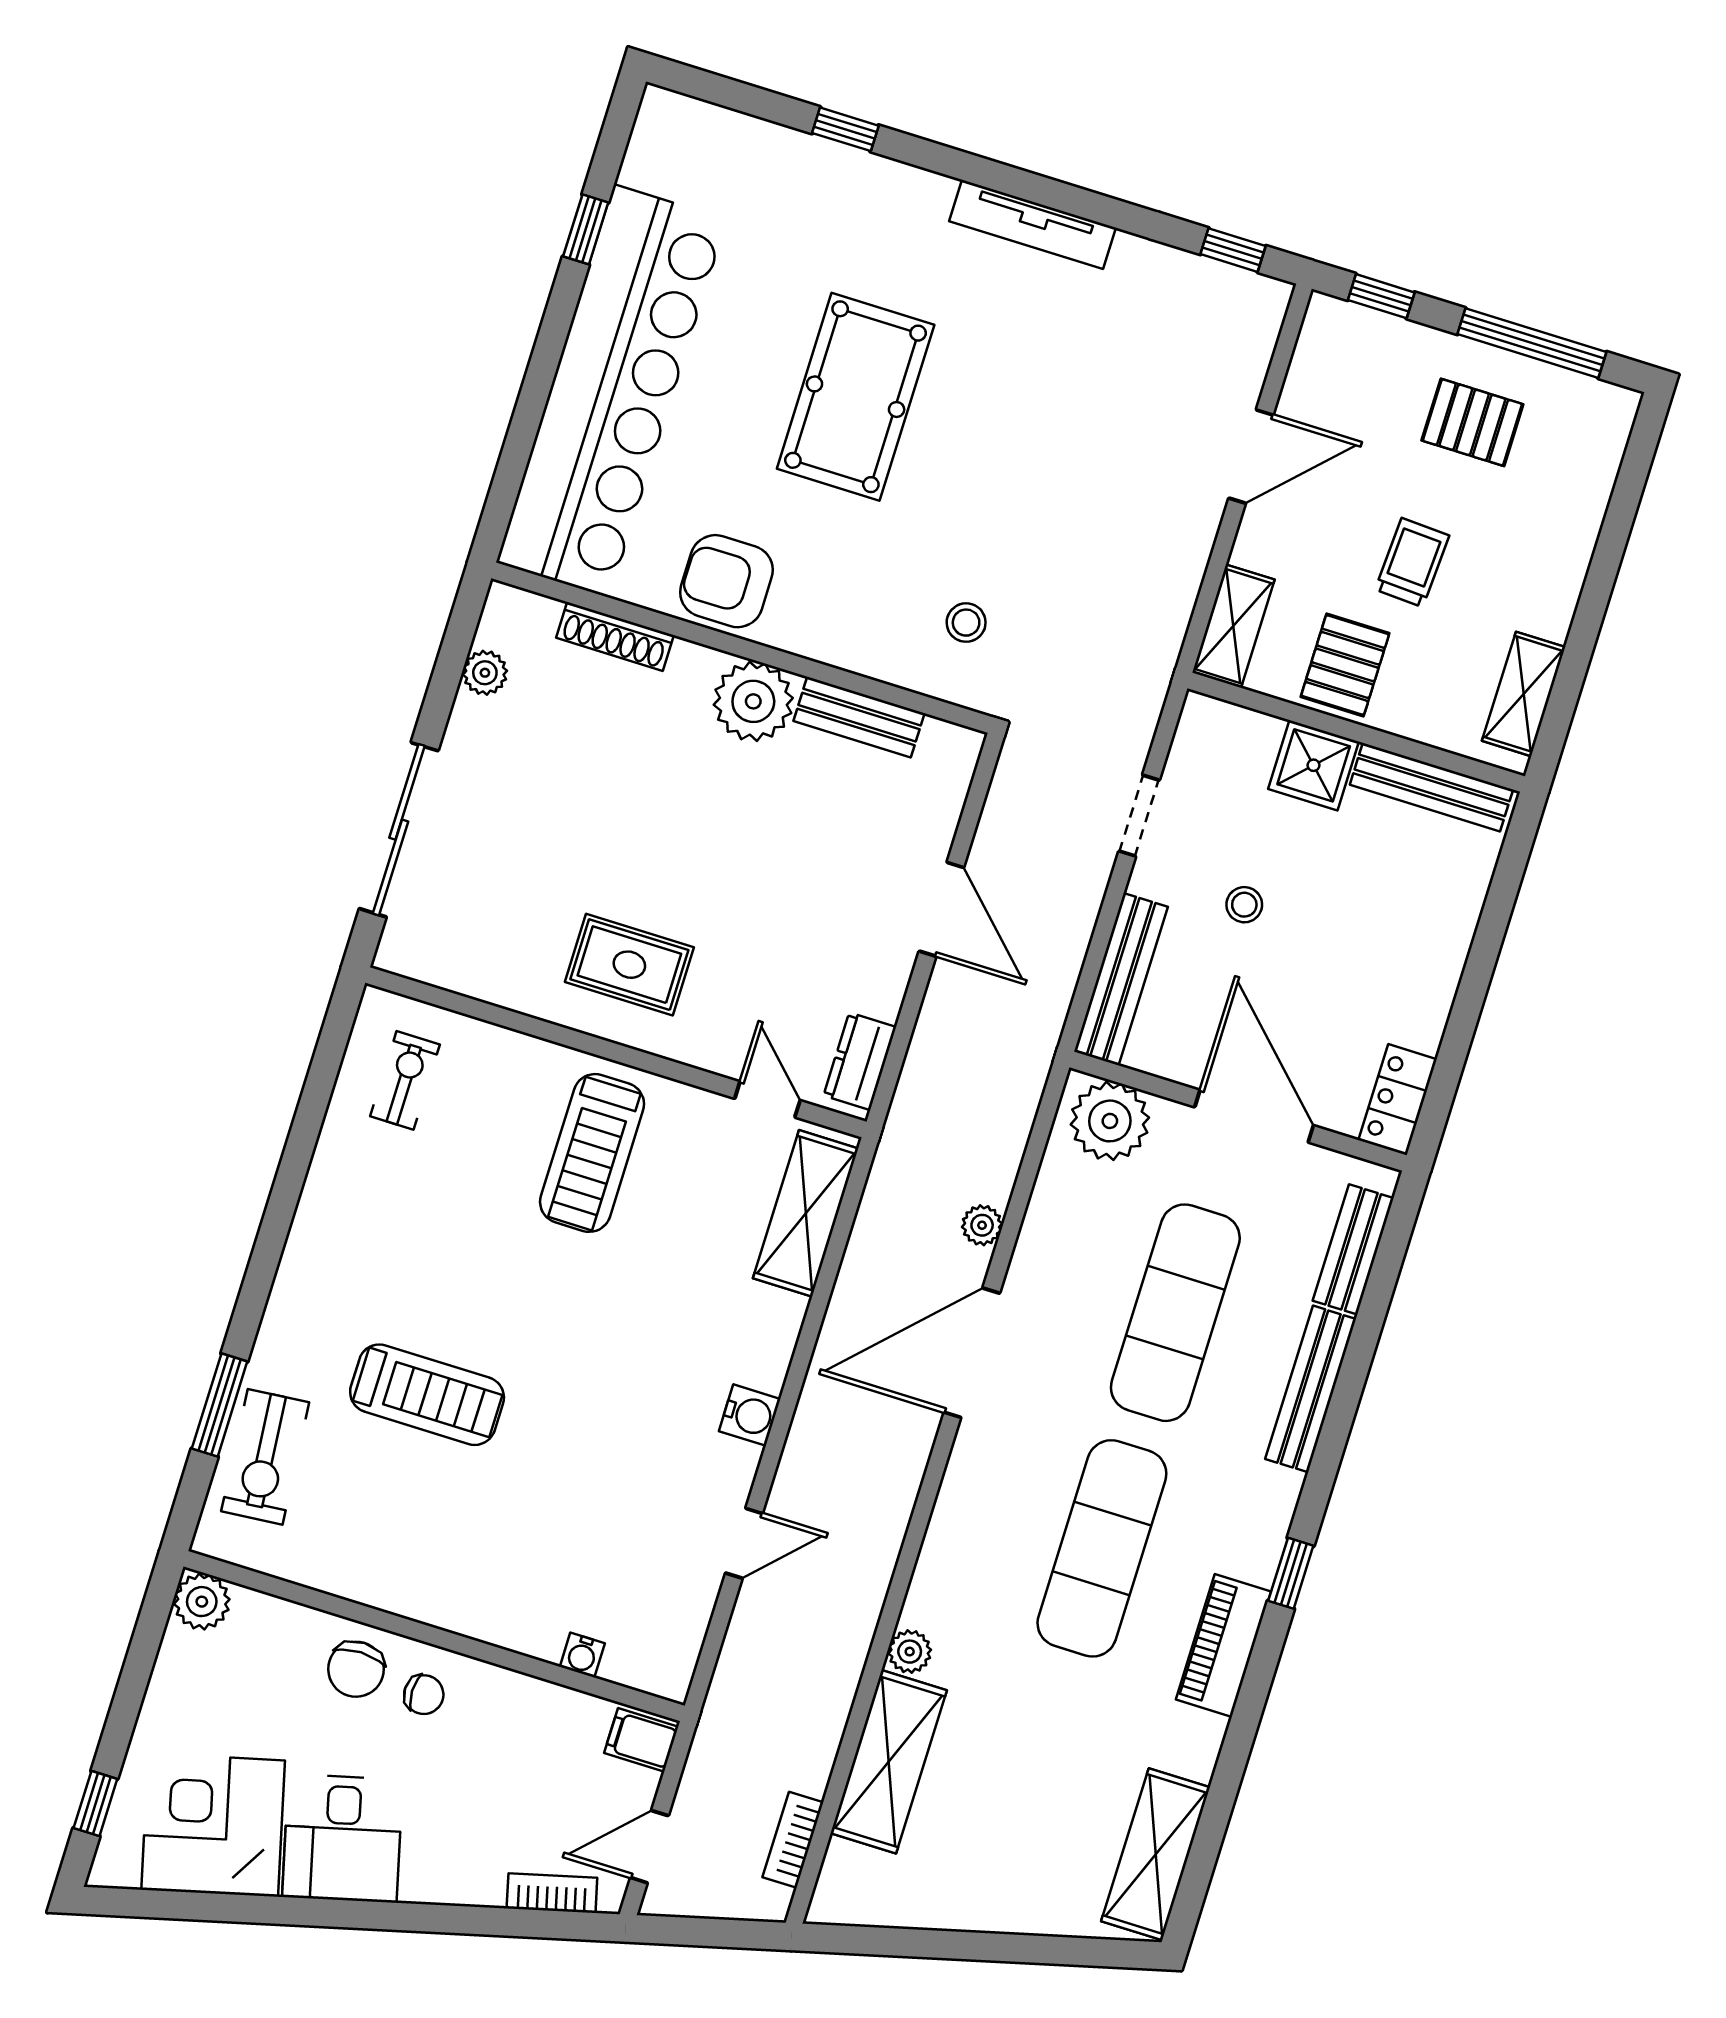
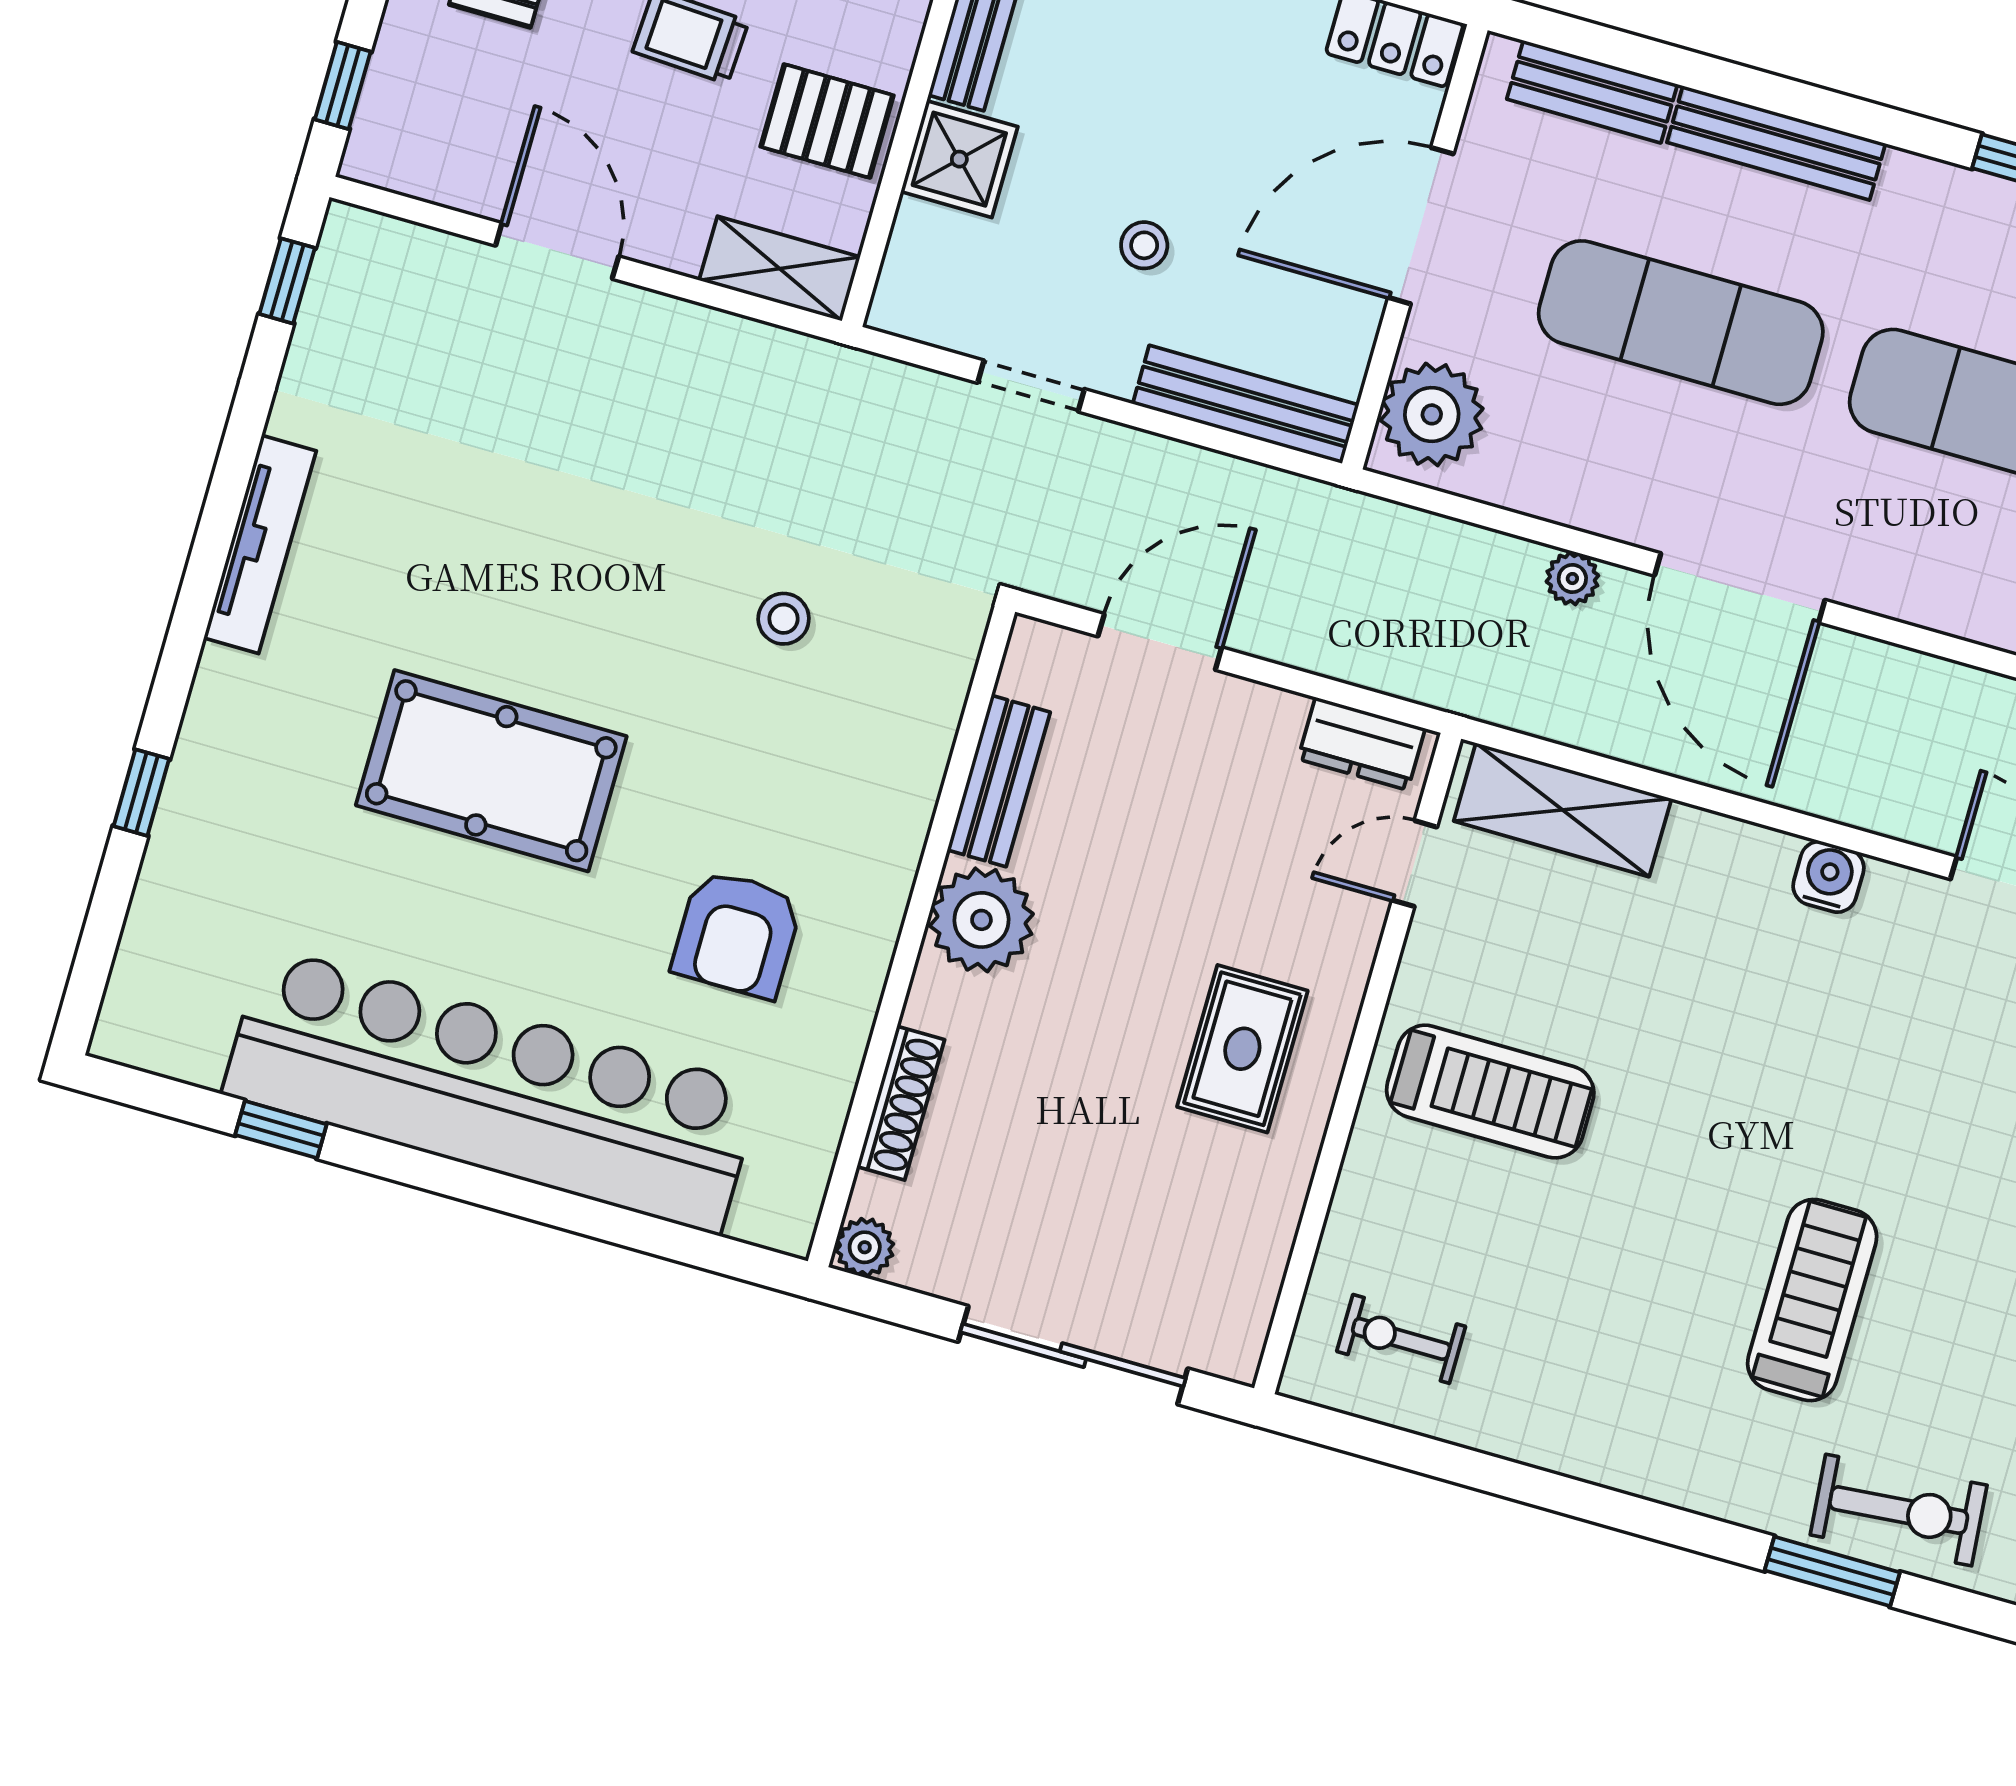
shoe rack: (615, 636) -> (901, 1103), moved
wall: (742, 648) -> (911, 936), moved
plant: (753, 701) -> (981, 920), moved
bench: (859, 717) -> (999, 781), moved

